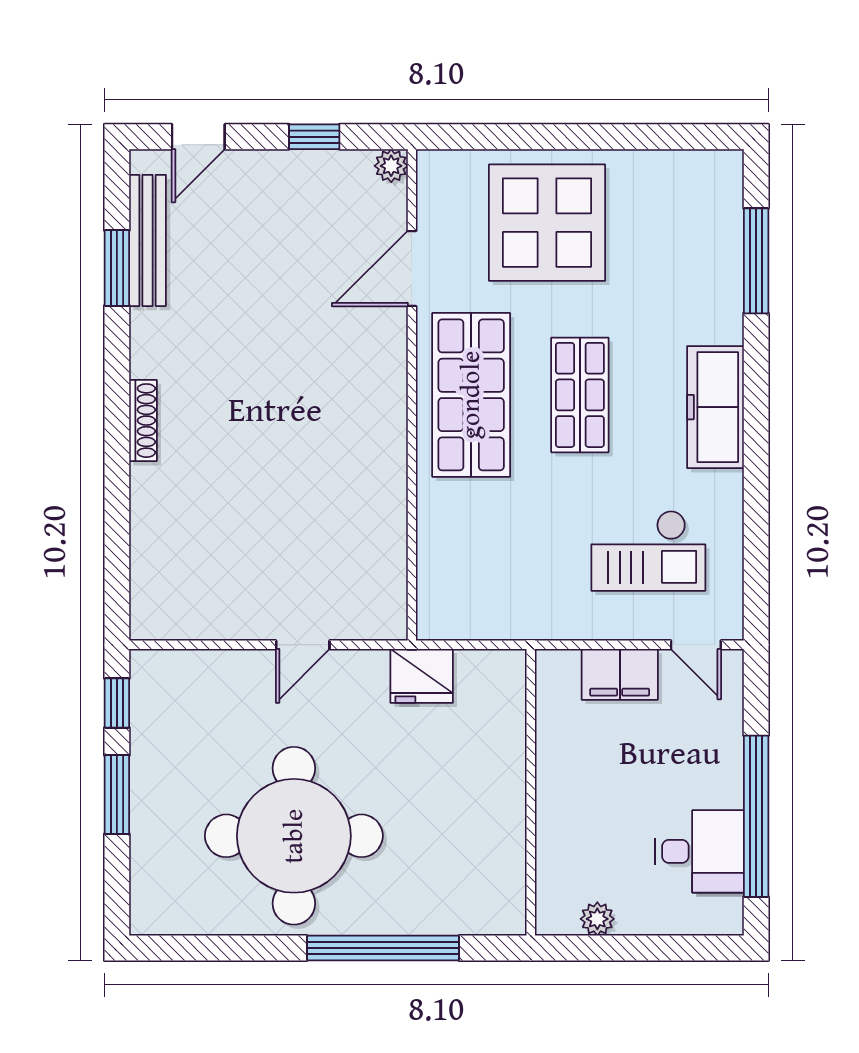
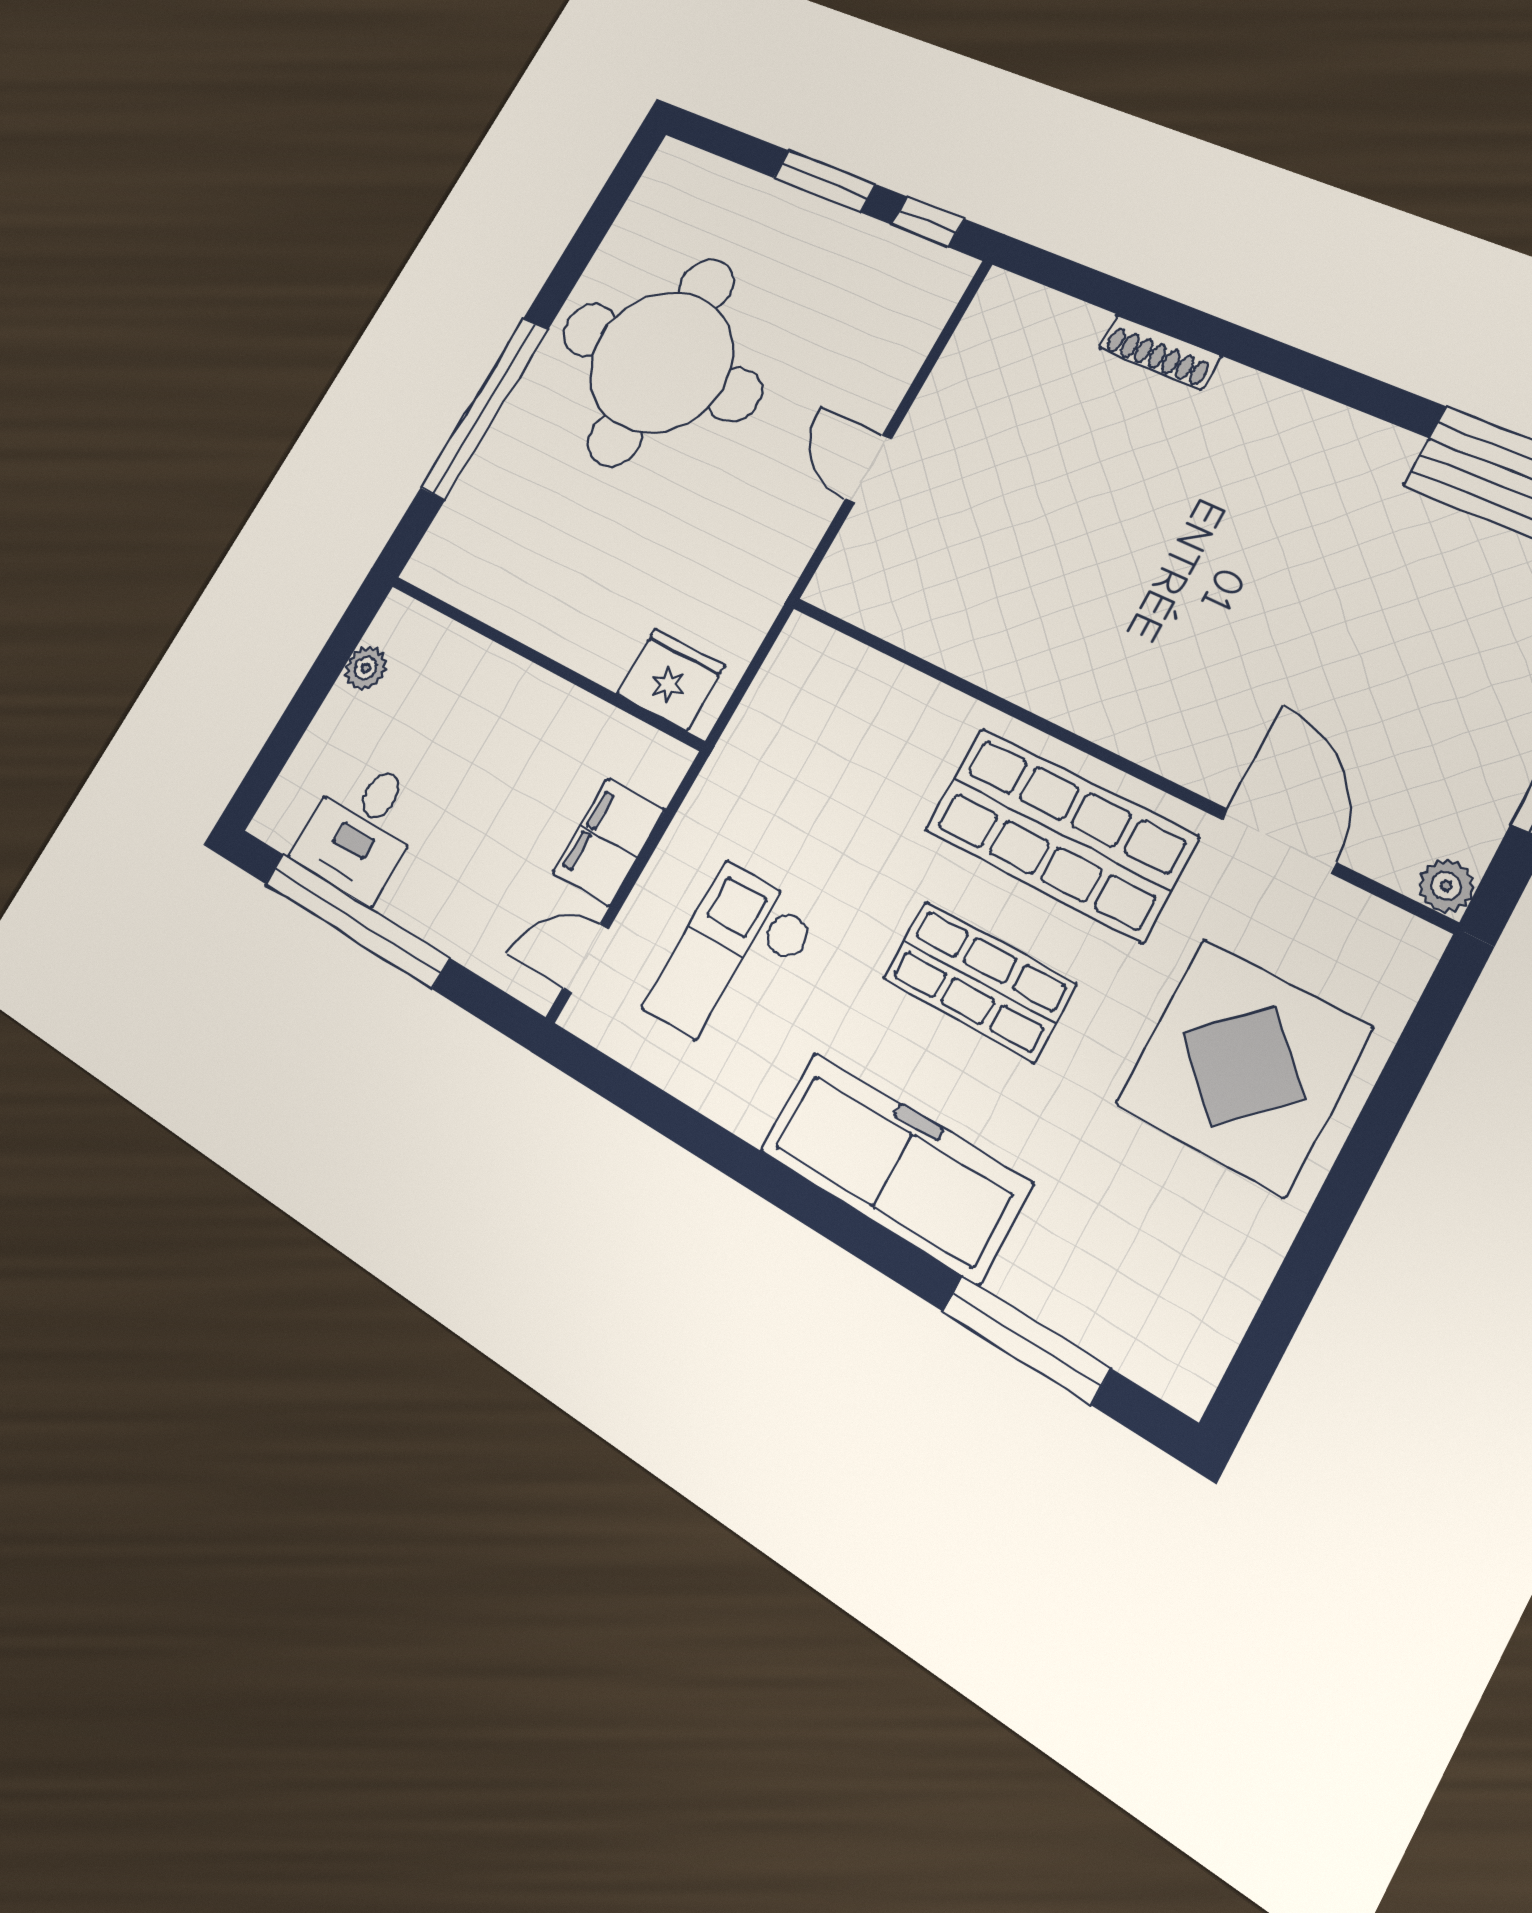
freezer: (715, 407) -> (895, 1166), width x1.36, depth x1.26
shoe rack: (143, 421) -> (1160, 352), moved
fridge: (422, 676) -> (671, 679), moved, turned 90

